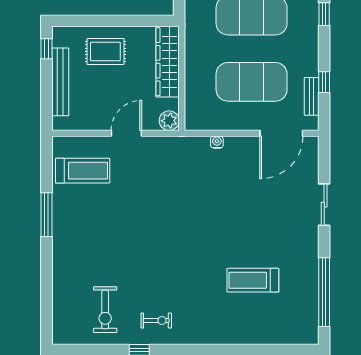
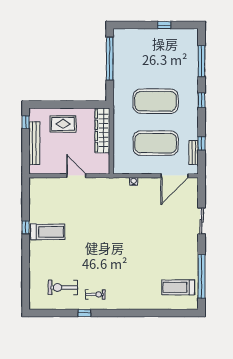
plant: (169, 121) -> (103, 168), removed
door: (126, 133) -> (76, 176), hinge flipped
treadmill: (83, 171) -> (48, 232), moved
window: (46, 215) -> (26, 227), width x0.46
treadmill: (253, 280) -> (178, 287), moved
exercise bike: (105, 310) -> (63, 287), turned 90

